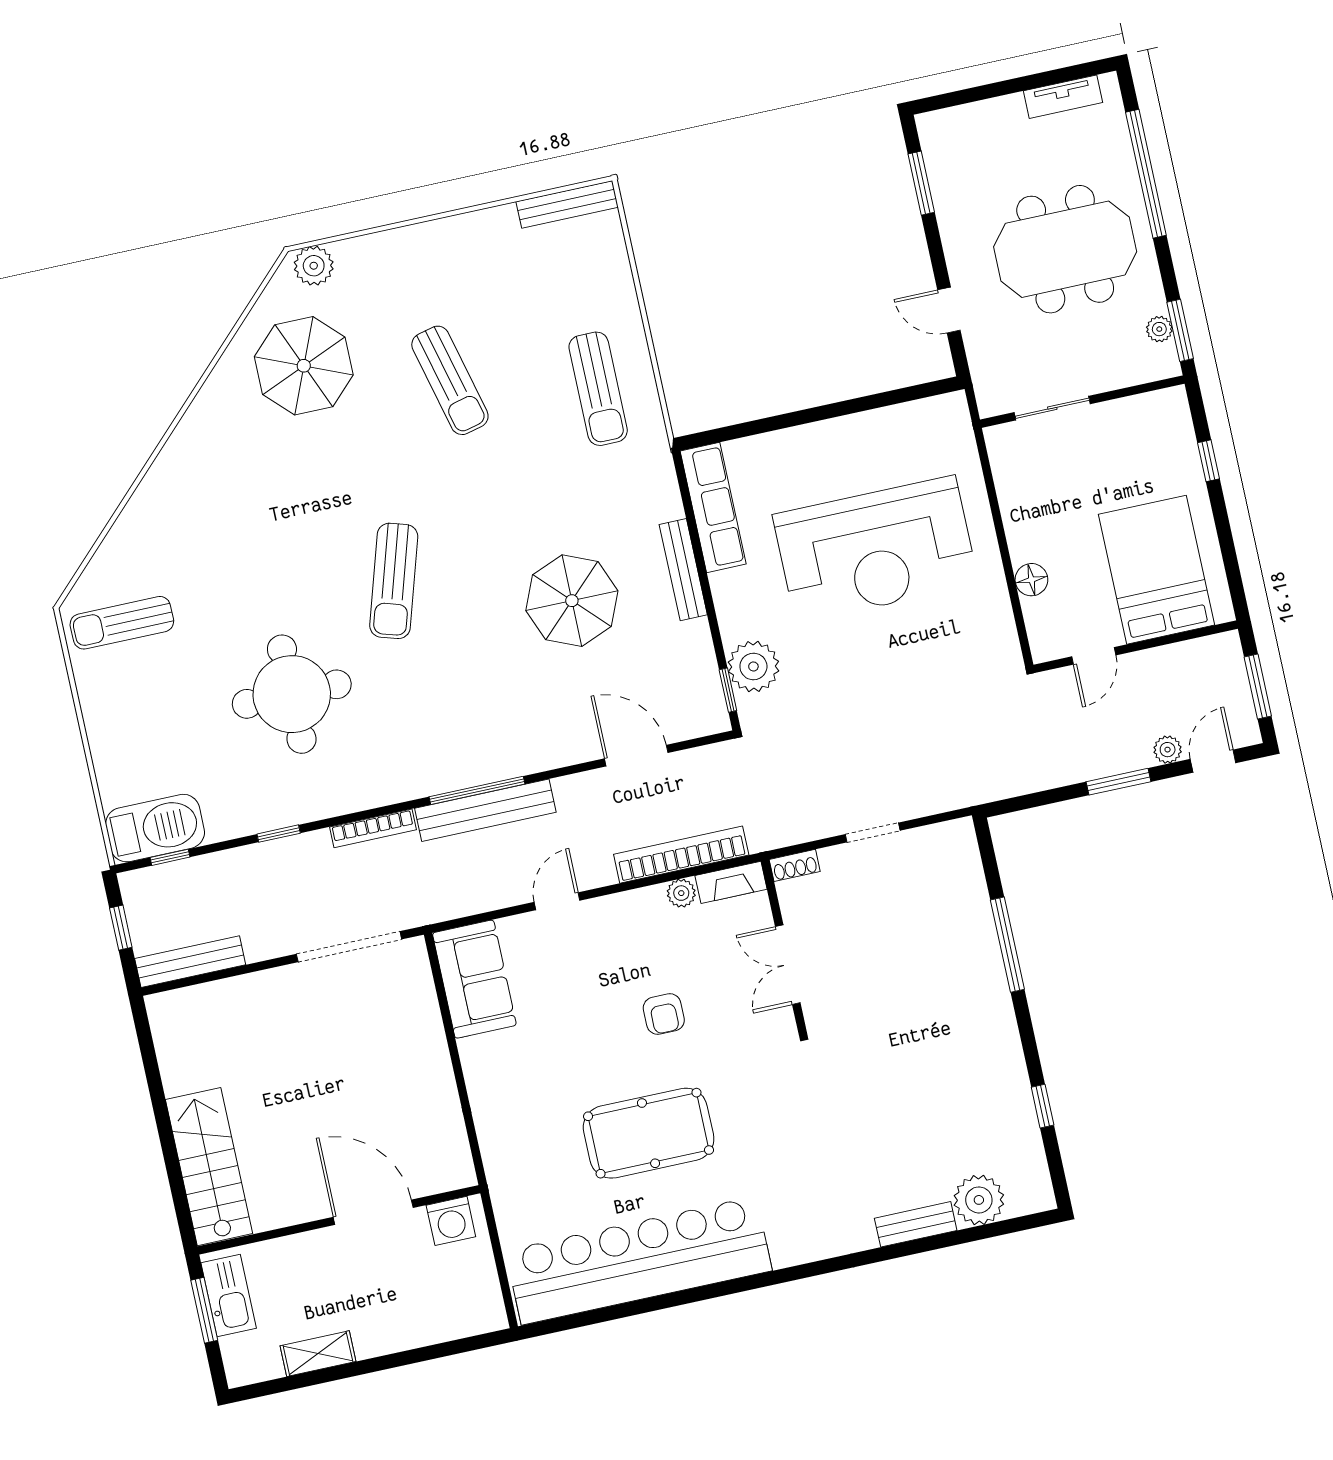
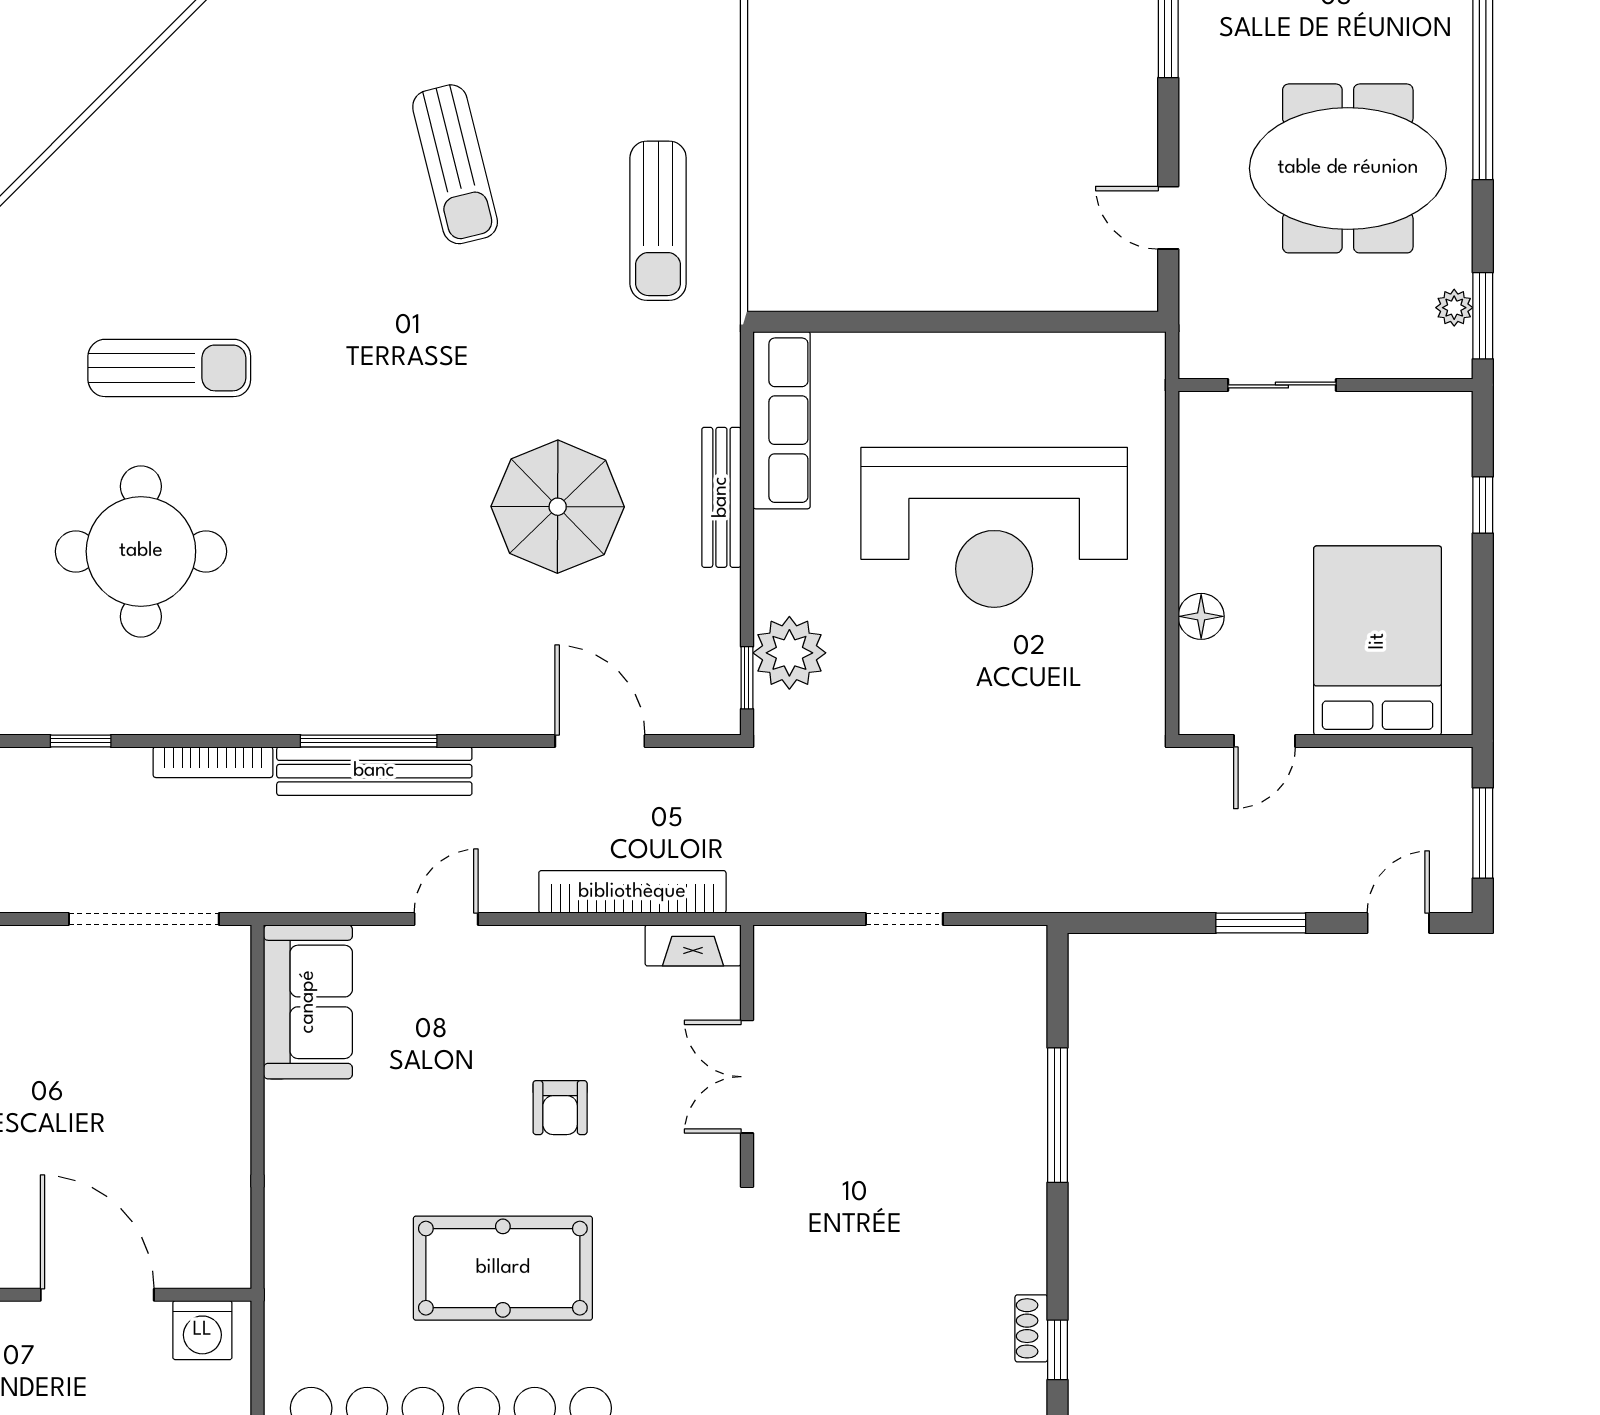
parasol: (304, 366) -> (257, 100), removed
sun lounger: (394, 581) -> (169, 368), moved, turned -107
plant: (1168, 750) -> (1338, 893), removed
shoe rack: (795, 865) -> (1031, 1328), moved, turned 90
plant: (681, 893) -> (621, 945), removed

